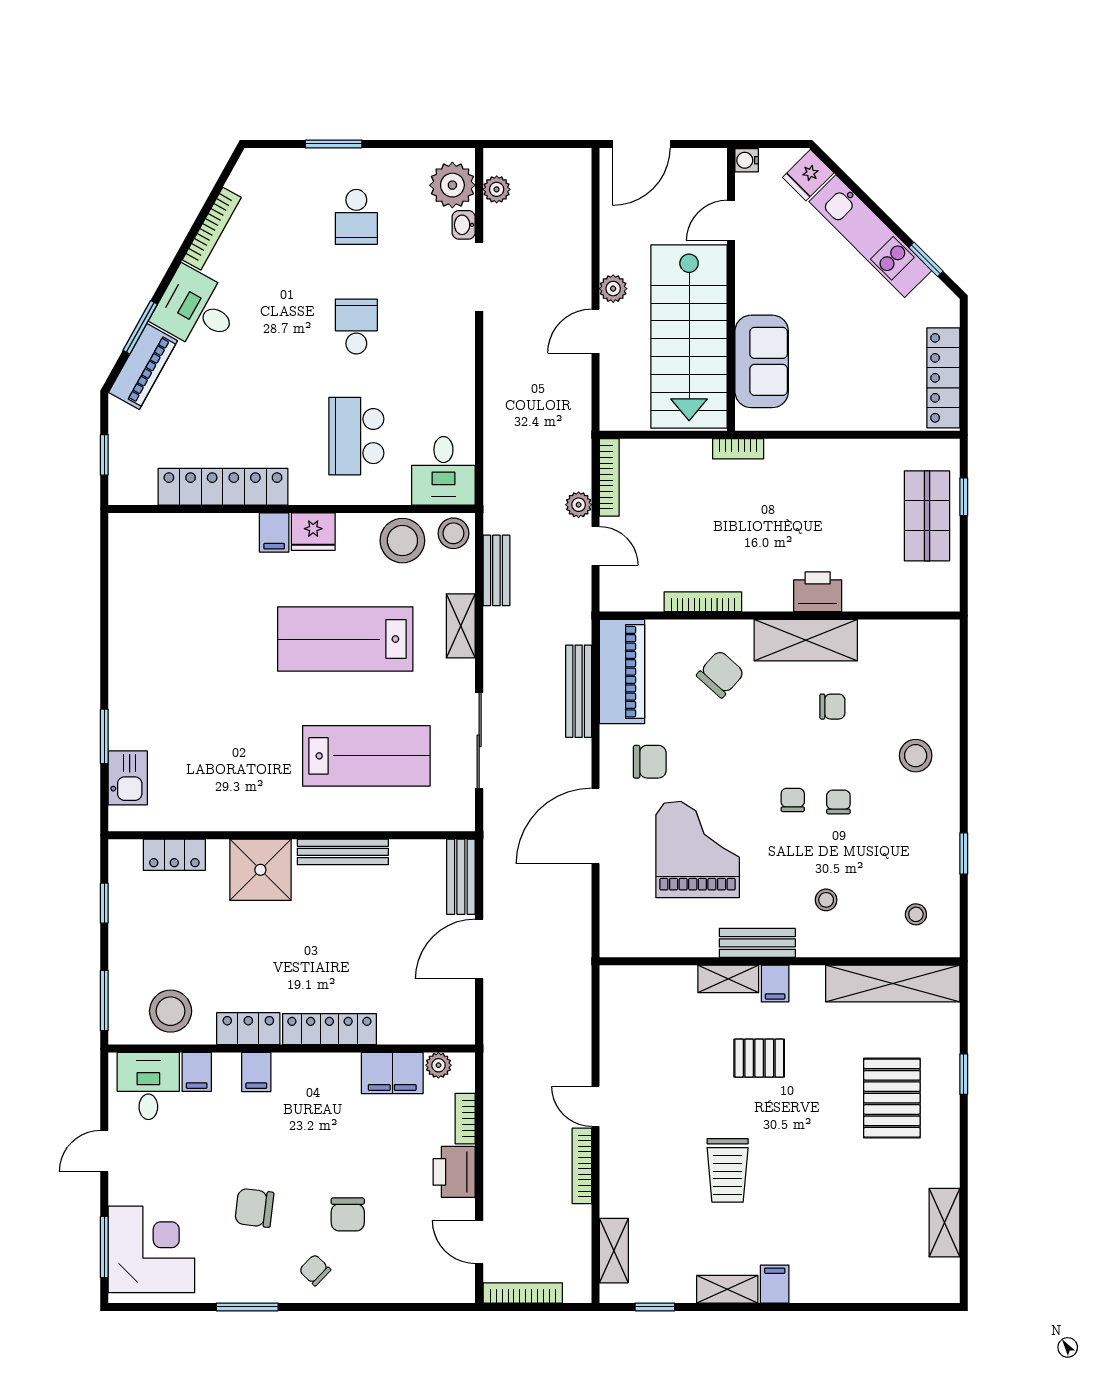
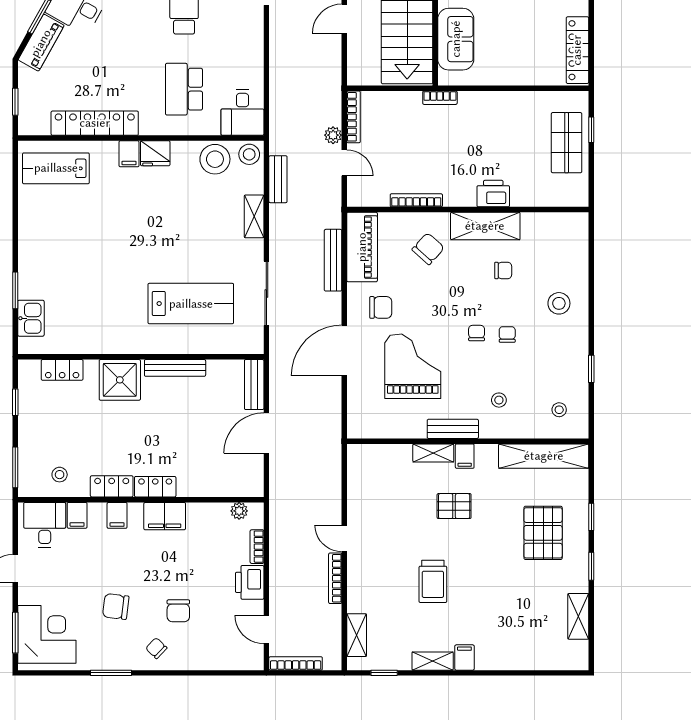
lab bench: (345, 639) -> (56, 168), moved, width x0.73, depth x0.72
stool: (171, 1011) -> (60, 475), width x0.53, depth x0.53
locker: (329, 1029) -> (155, 487), width x0.66
filing cabinet: (392, 1073) -> (165, 516), moved
window: (964, 1148) -> (591, 566), added

